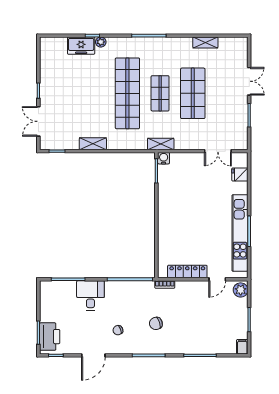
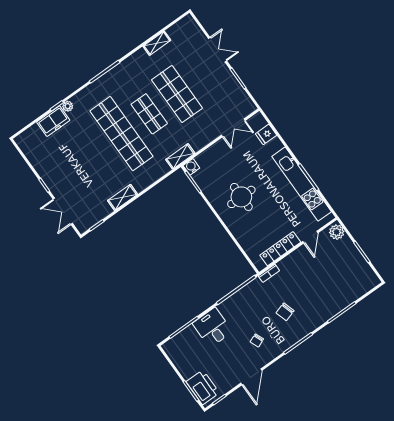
round table: (186, 210) -> (241, 197), added
filing cabinet: (242, 347) -> (372, 279), removed

